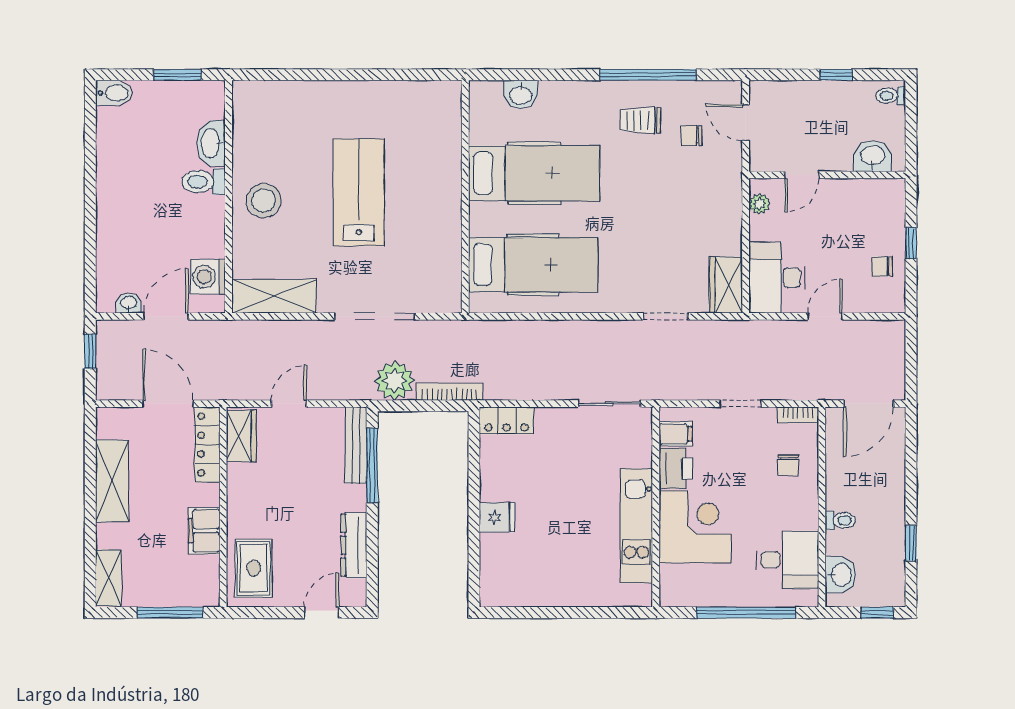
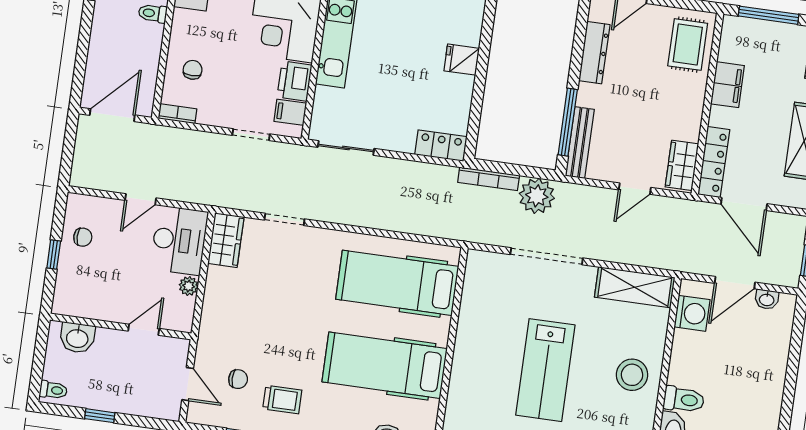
plant: (759, 204) -> (189, 286), moved
doorway: (740, 404) -> (251, 135), moved

